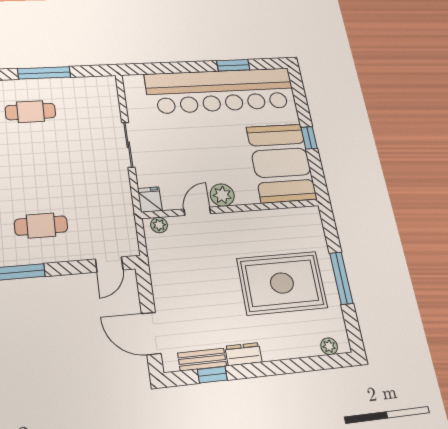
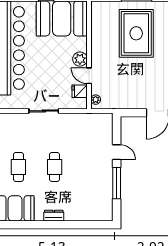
fridge: (150, 200) -> (80, 91), moved
cafe table: (41, 226) -> (55, 167), moved
door: (109, 265) -> (117, 152), moved

